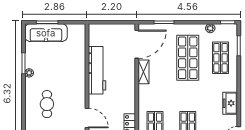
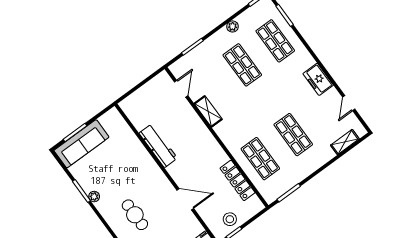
plant: (210, 28) -> (233, 26), moved
door: (137, 44) -> (181, 89), width x0.53
shop shelf: (188, 58) -> (242, 65), width x0.70, depth x0.74
workbench: (97, 70) -> (158, 146), width x0.73, depth x0.76

